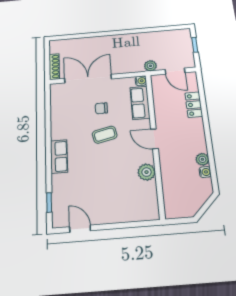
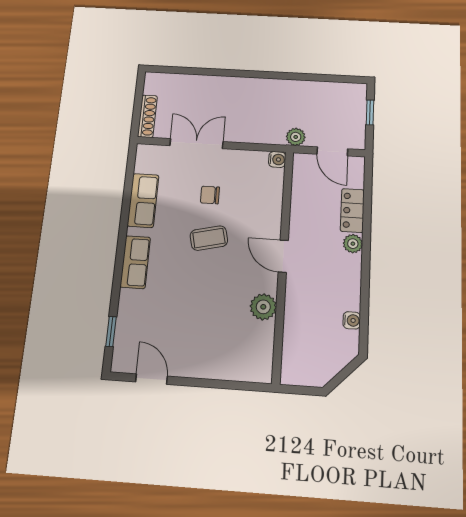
double door: (88, 79) -> (196, 144), width x0.73
row of seats: (140, 103) -> (143, 200), moved, turned 180
plant: (202, 159) -> (353, 244), moved

